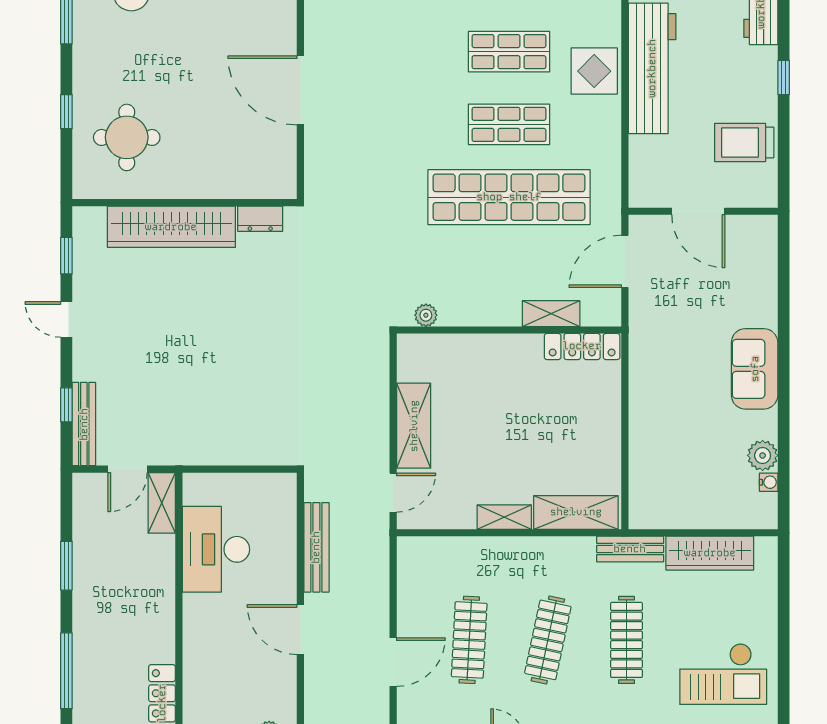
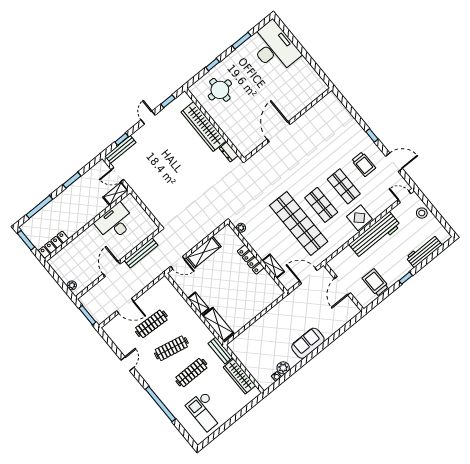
locker: (582, 346) -> (251, 259), moved

